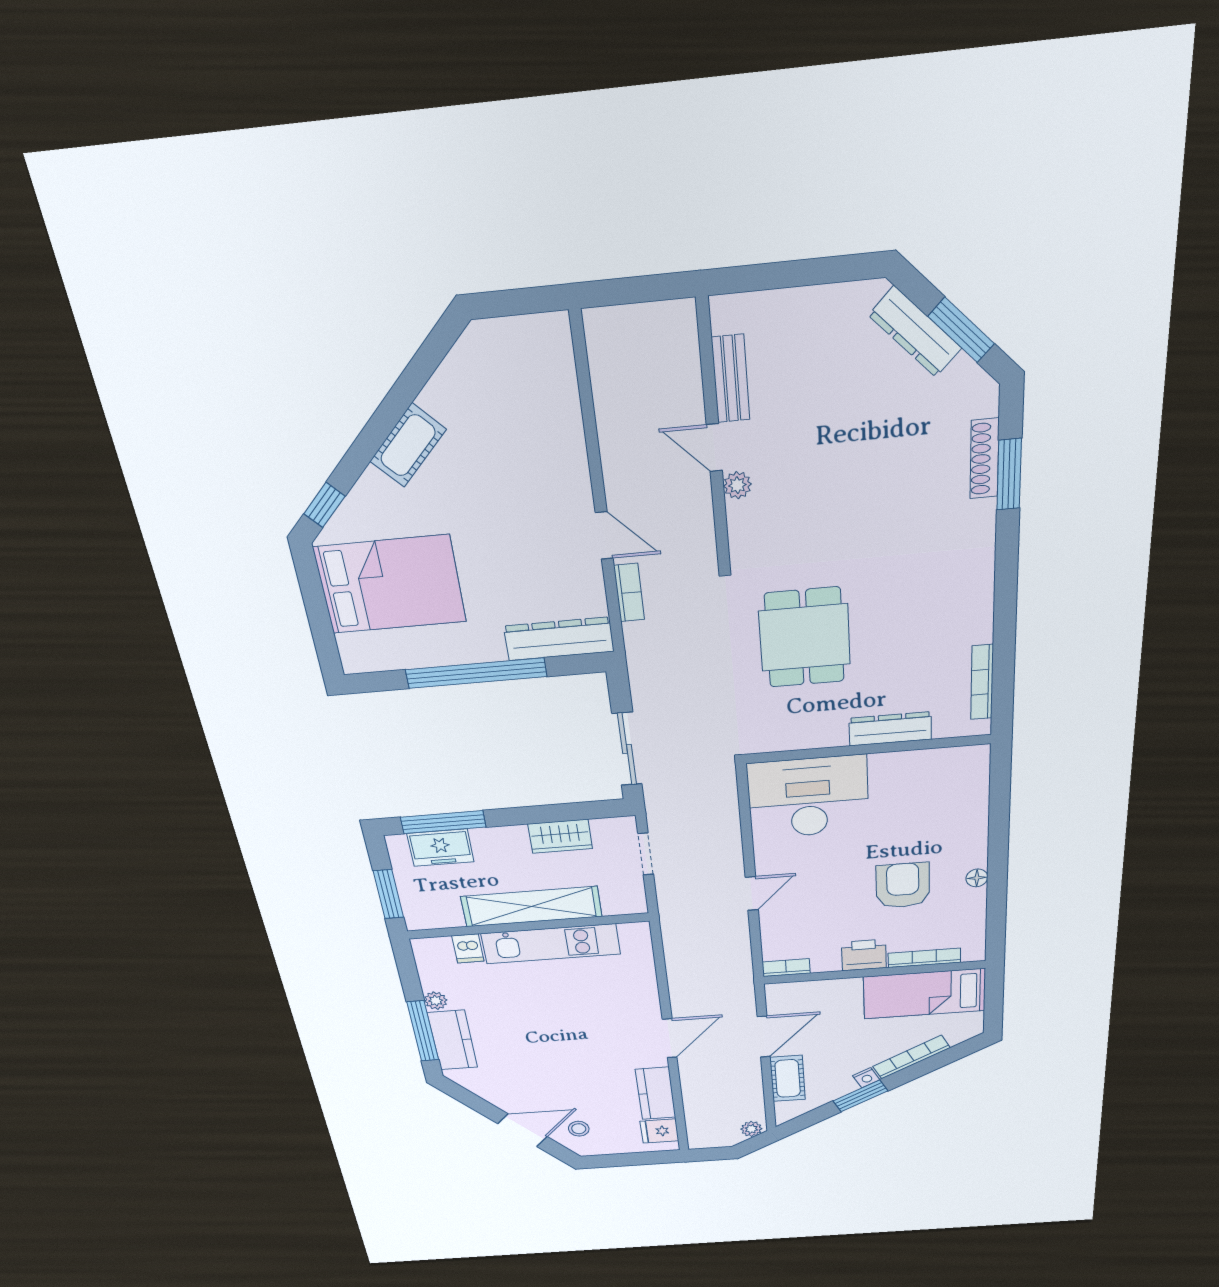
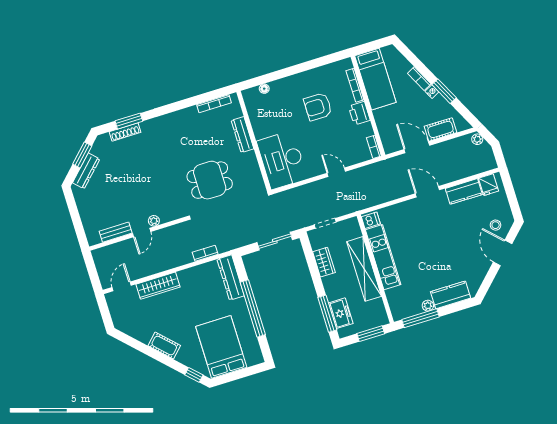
wardrobe: (568, 461) -> (158, 286), added
door: (604, 536) -> (122, 286), moved
floor lamp: (977, 878) -> (264, 89), moved
dishwasher: (468, 948) -> (371, 220), moved
window: (423, 1031) -> (421, 318), moved
bookcase: (911, 1057) -> (419, 79), width x0.64

